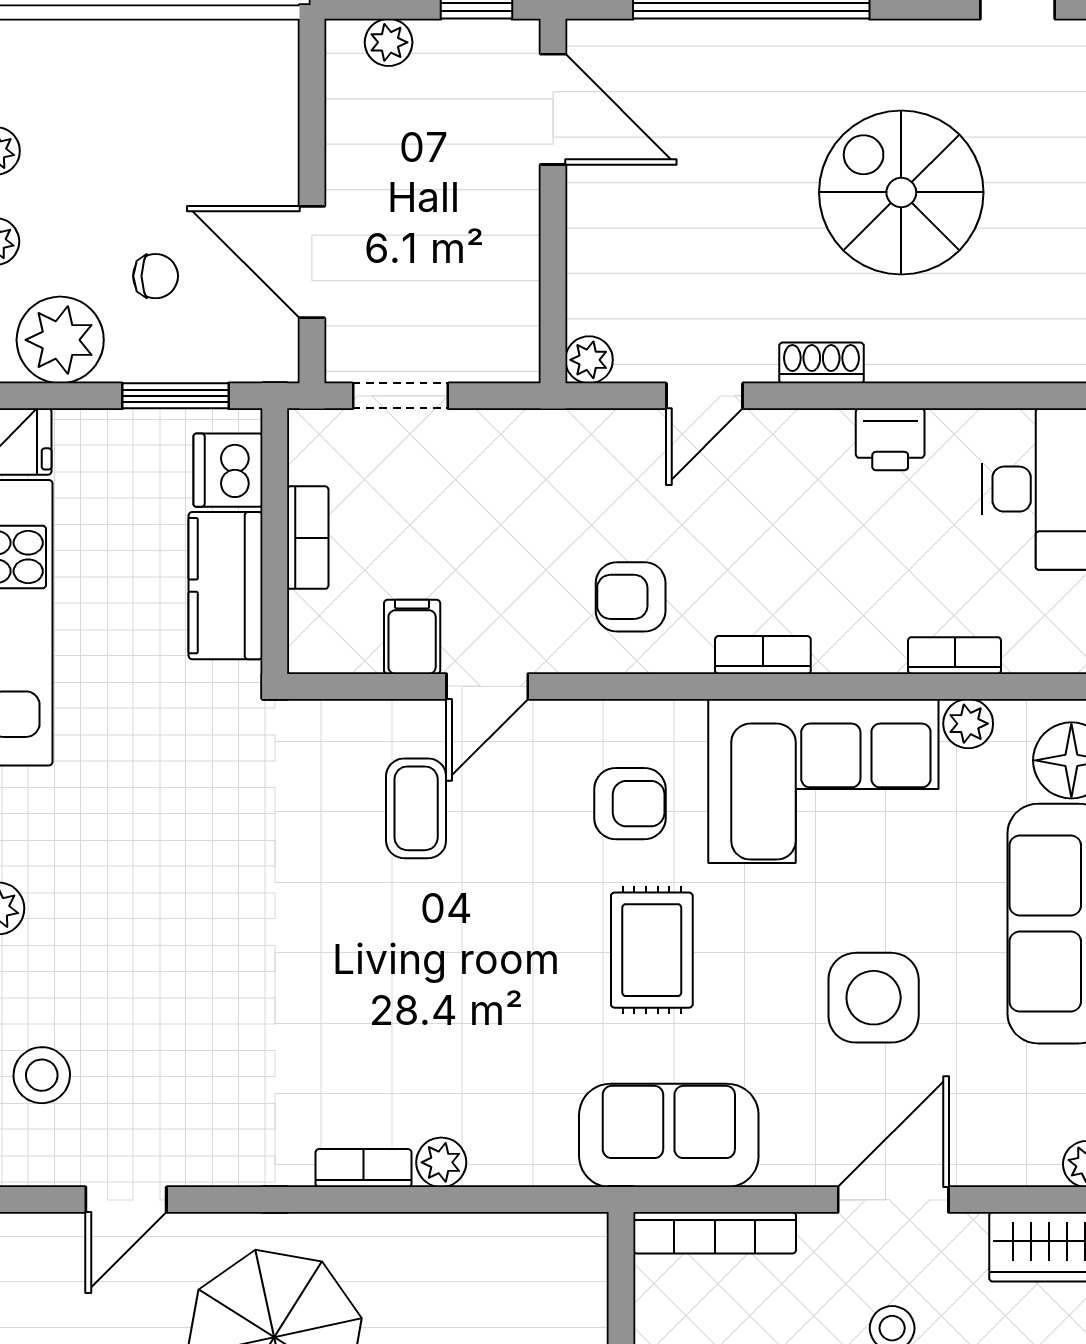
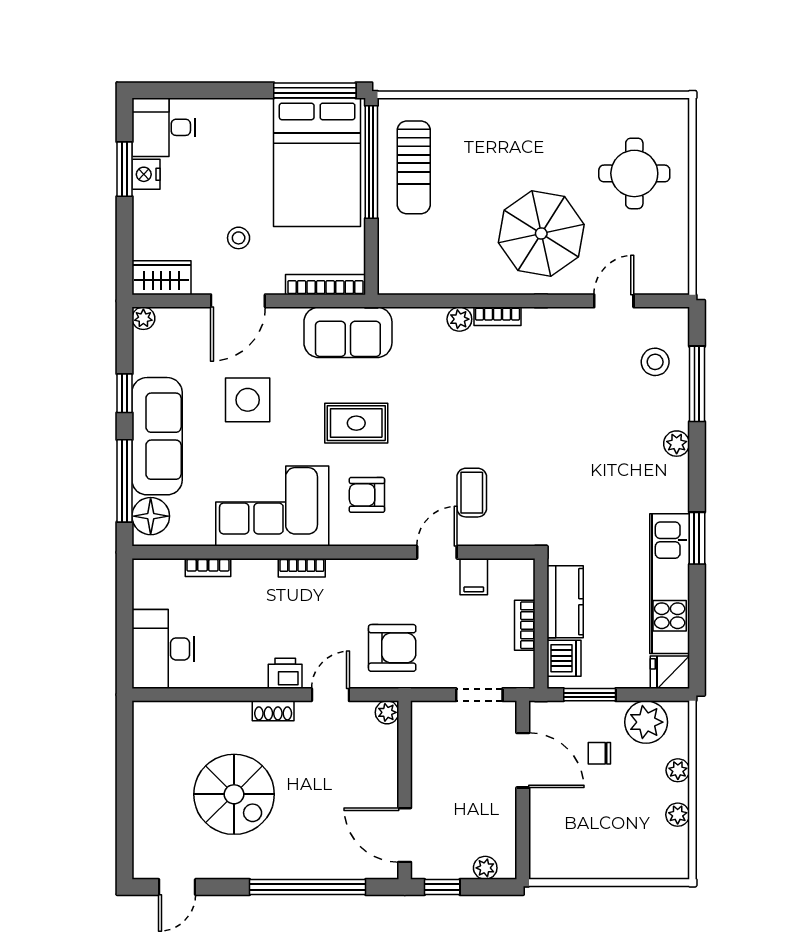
printer: (890, 439) -> (285, 673), moved
armchair: (631, 597) -> (392, 648), moved, width x1.38, depth x1.38
plant: (968, 724) -> (201, 534), removed
rug: (652, 950) -> (356, 423), turned 90

